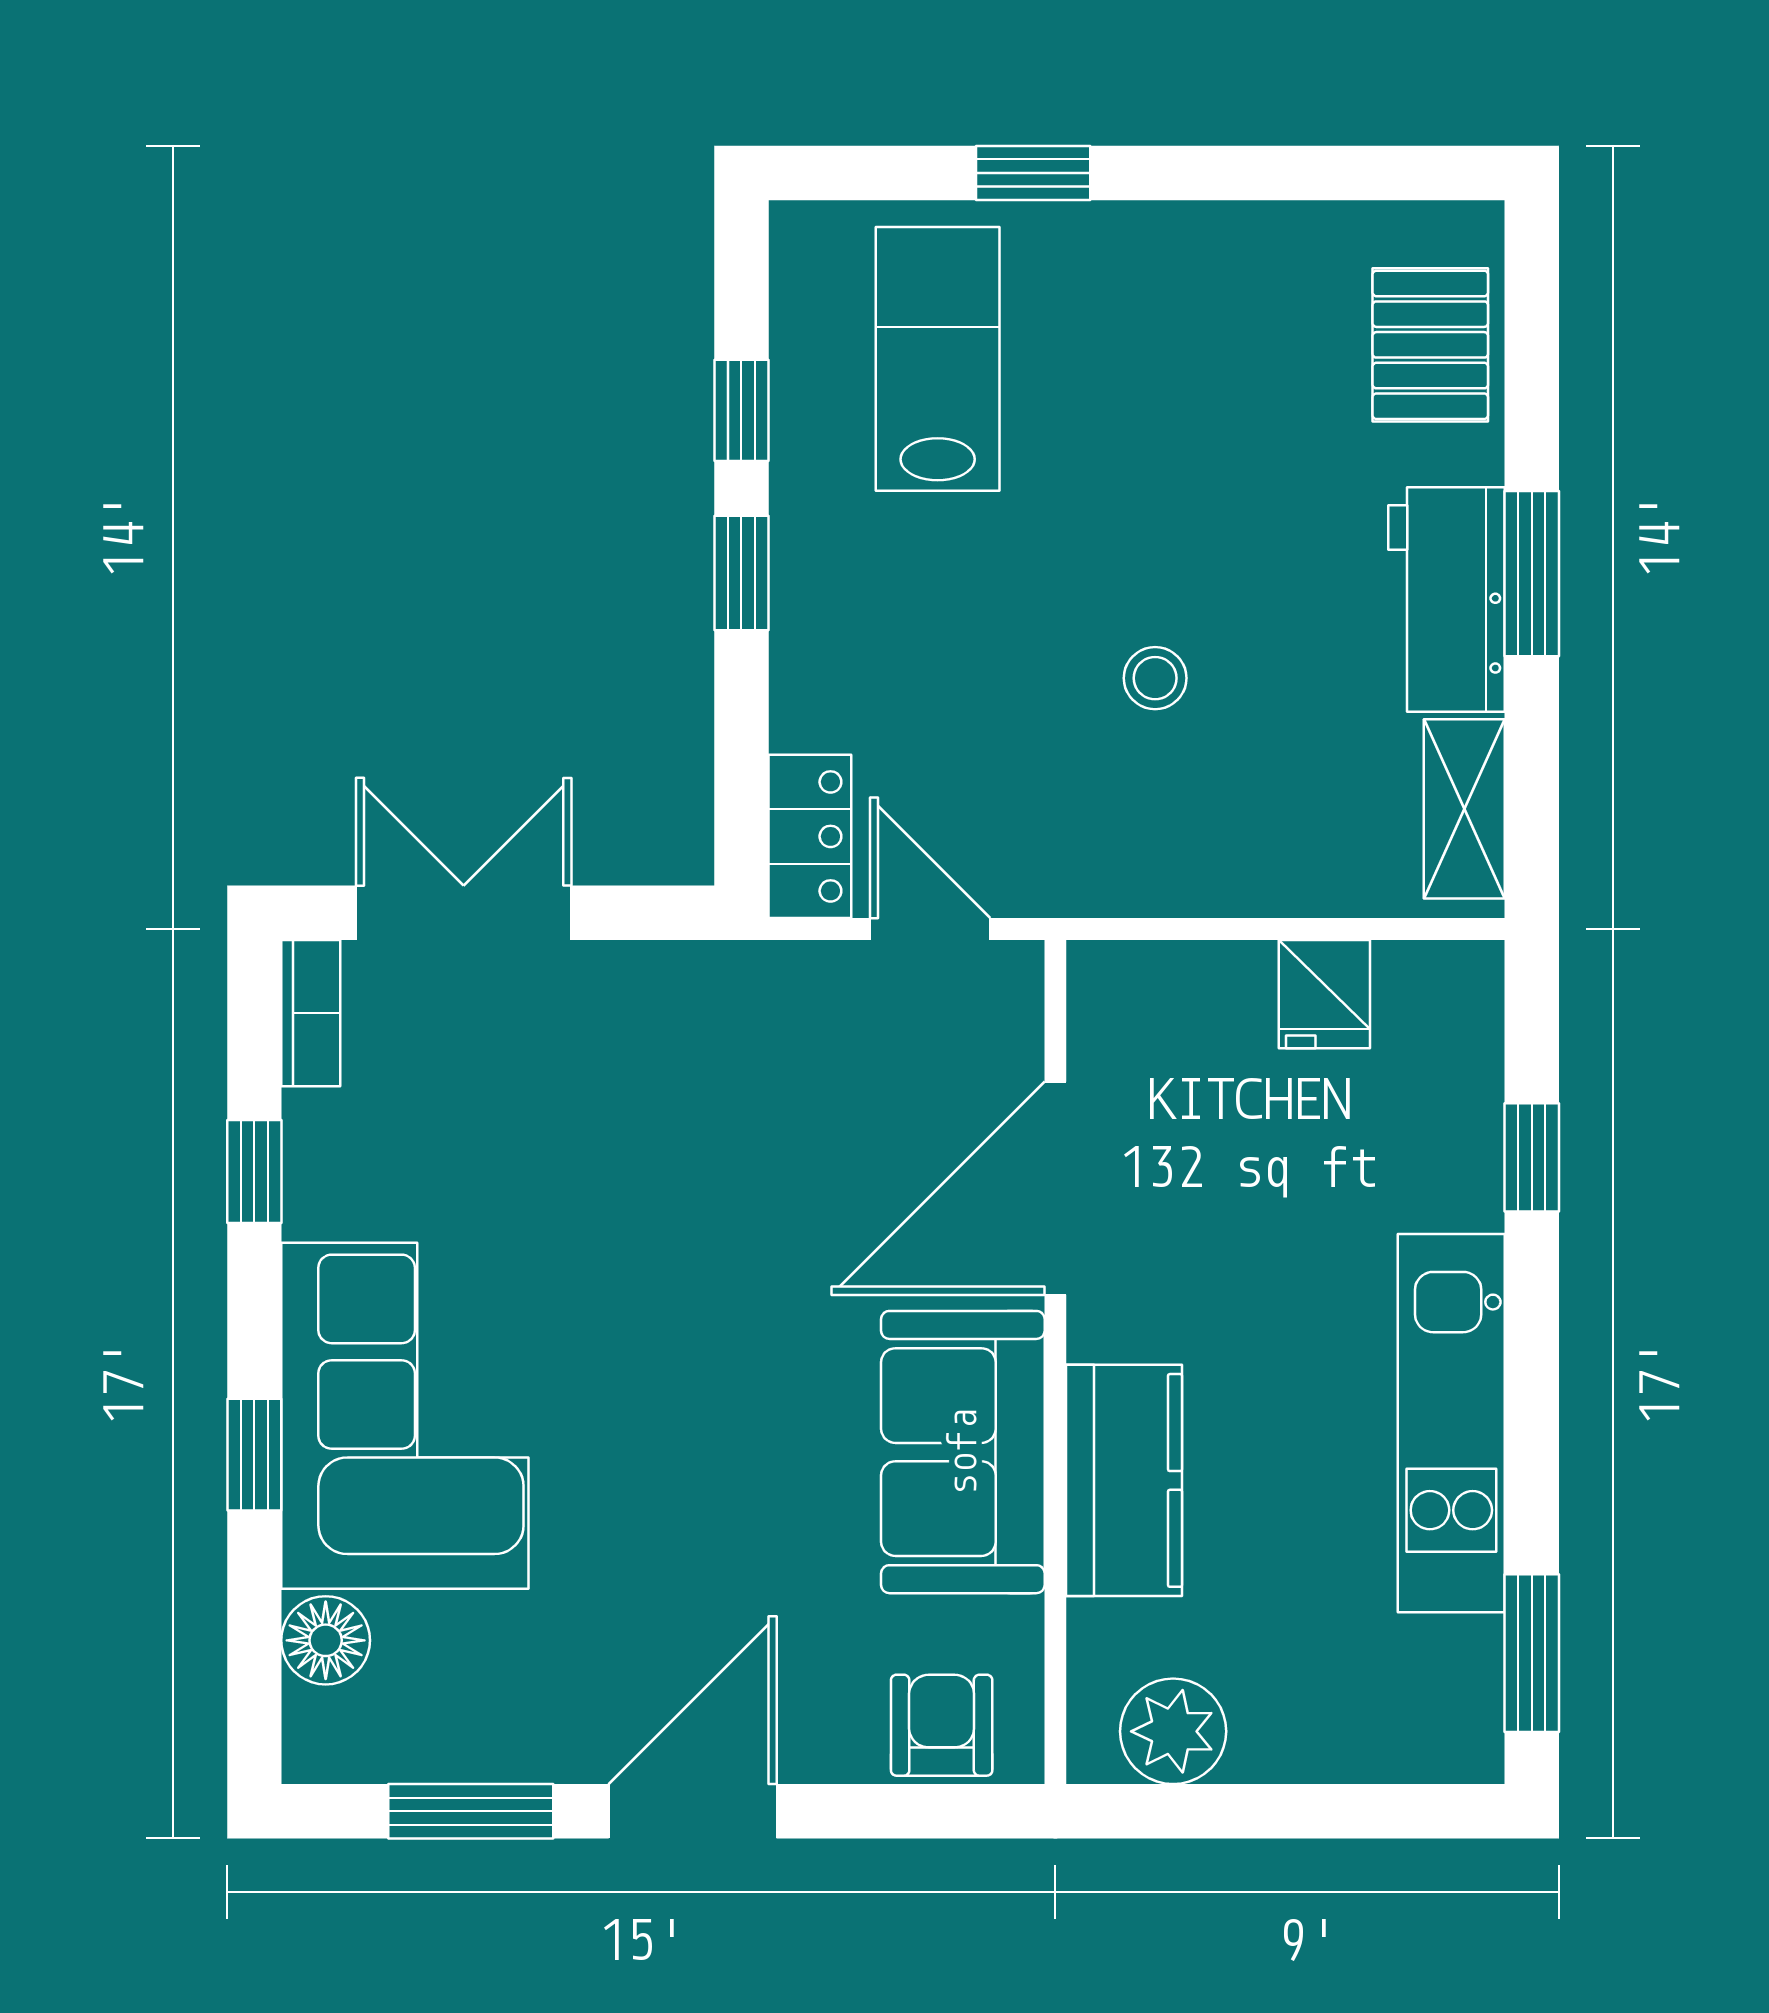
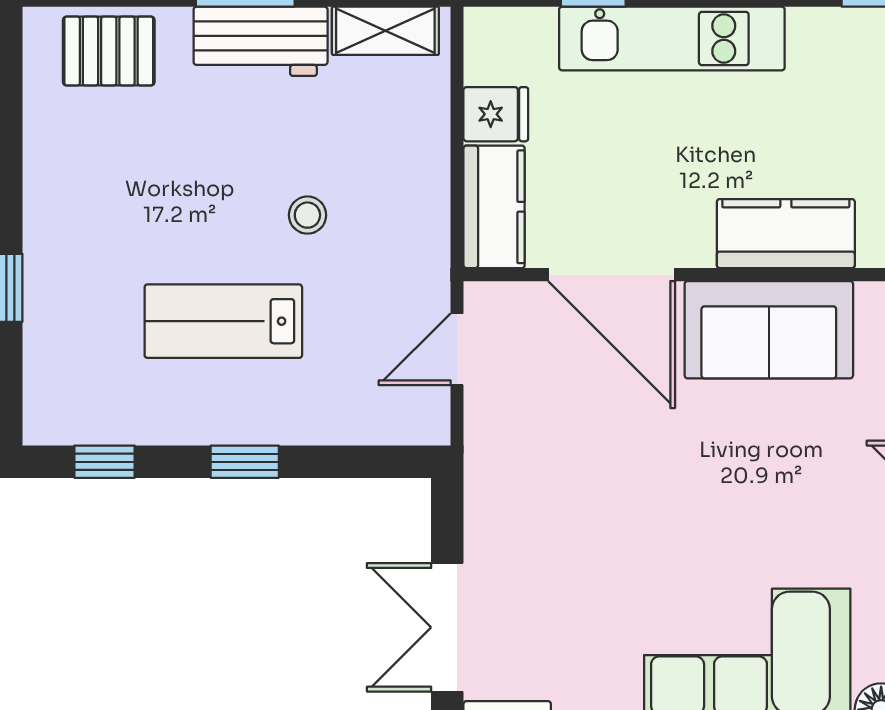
lab bench: (938, 359) -> (223, 321), moved
window: (741, 410) -> (105, 462), moved
locker: (810, 836) -> (402, 421), removed
kitchen counter: (1169, 991) -> (494, 207), added
kitchen unit: (1451, 1423) -> (672, 39), moved

